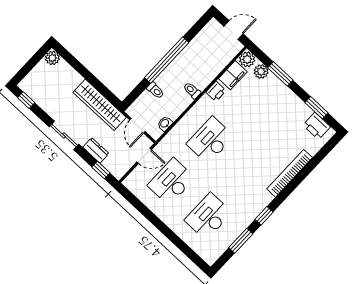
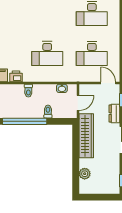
plant: (52, 58) -> (85, 174), moved
door: (144, 156) -> (108, 83), moved

